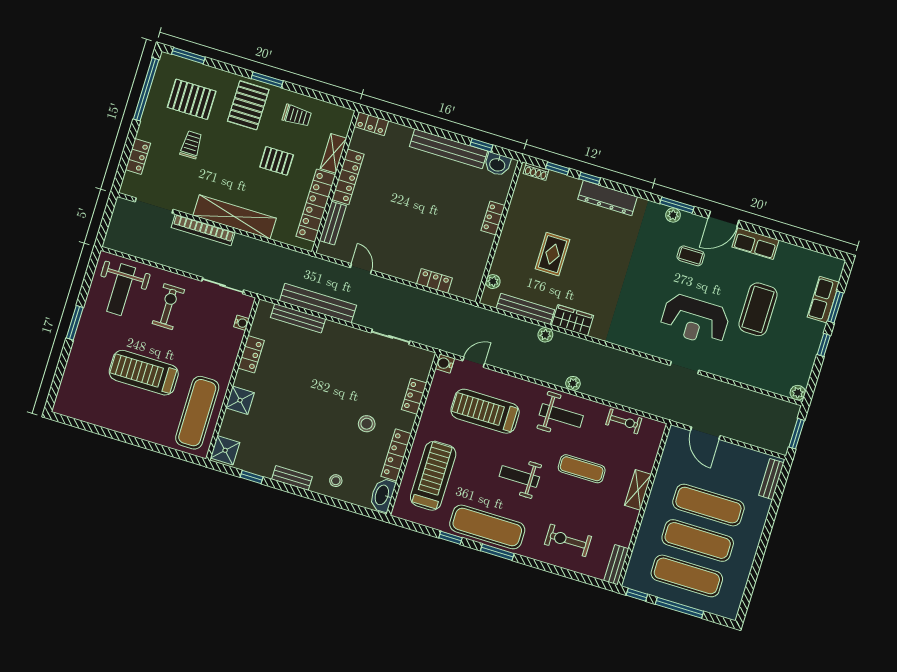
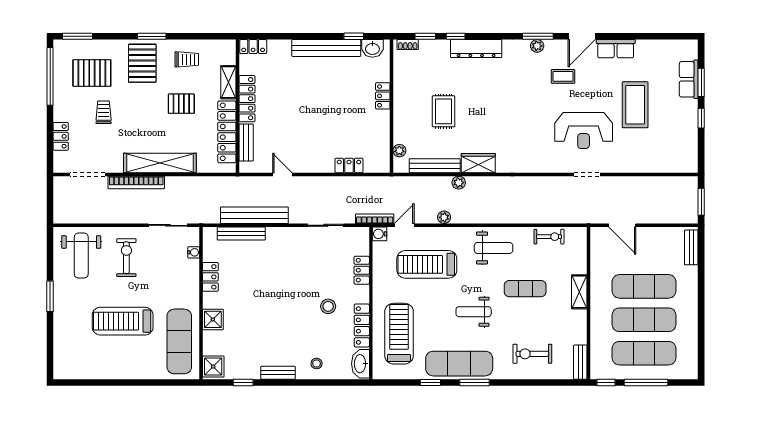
bookcase: (444, 346) -> (375, 219), added
plant: (573, 383) -> (444, 217), moved
plant: (798, 393) -> (691, 166), removed

